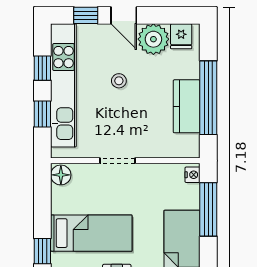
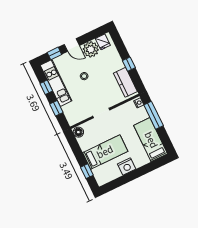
kitchen unit: (63, 85) -> (56, 83), width x0.73
window: (208, 98) -> (129, 64), width x0.32
kitchen counter: (187, 106) -> (125, 82), moved

